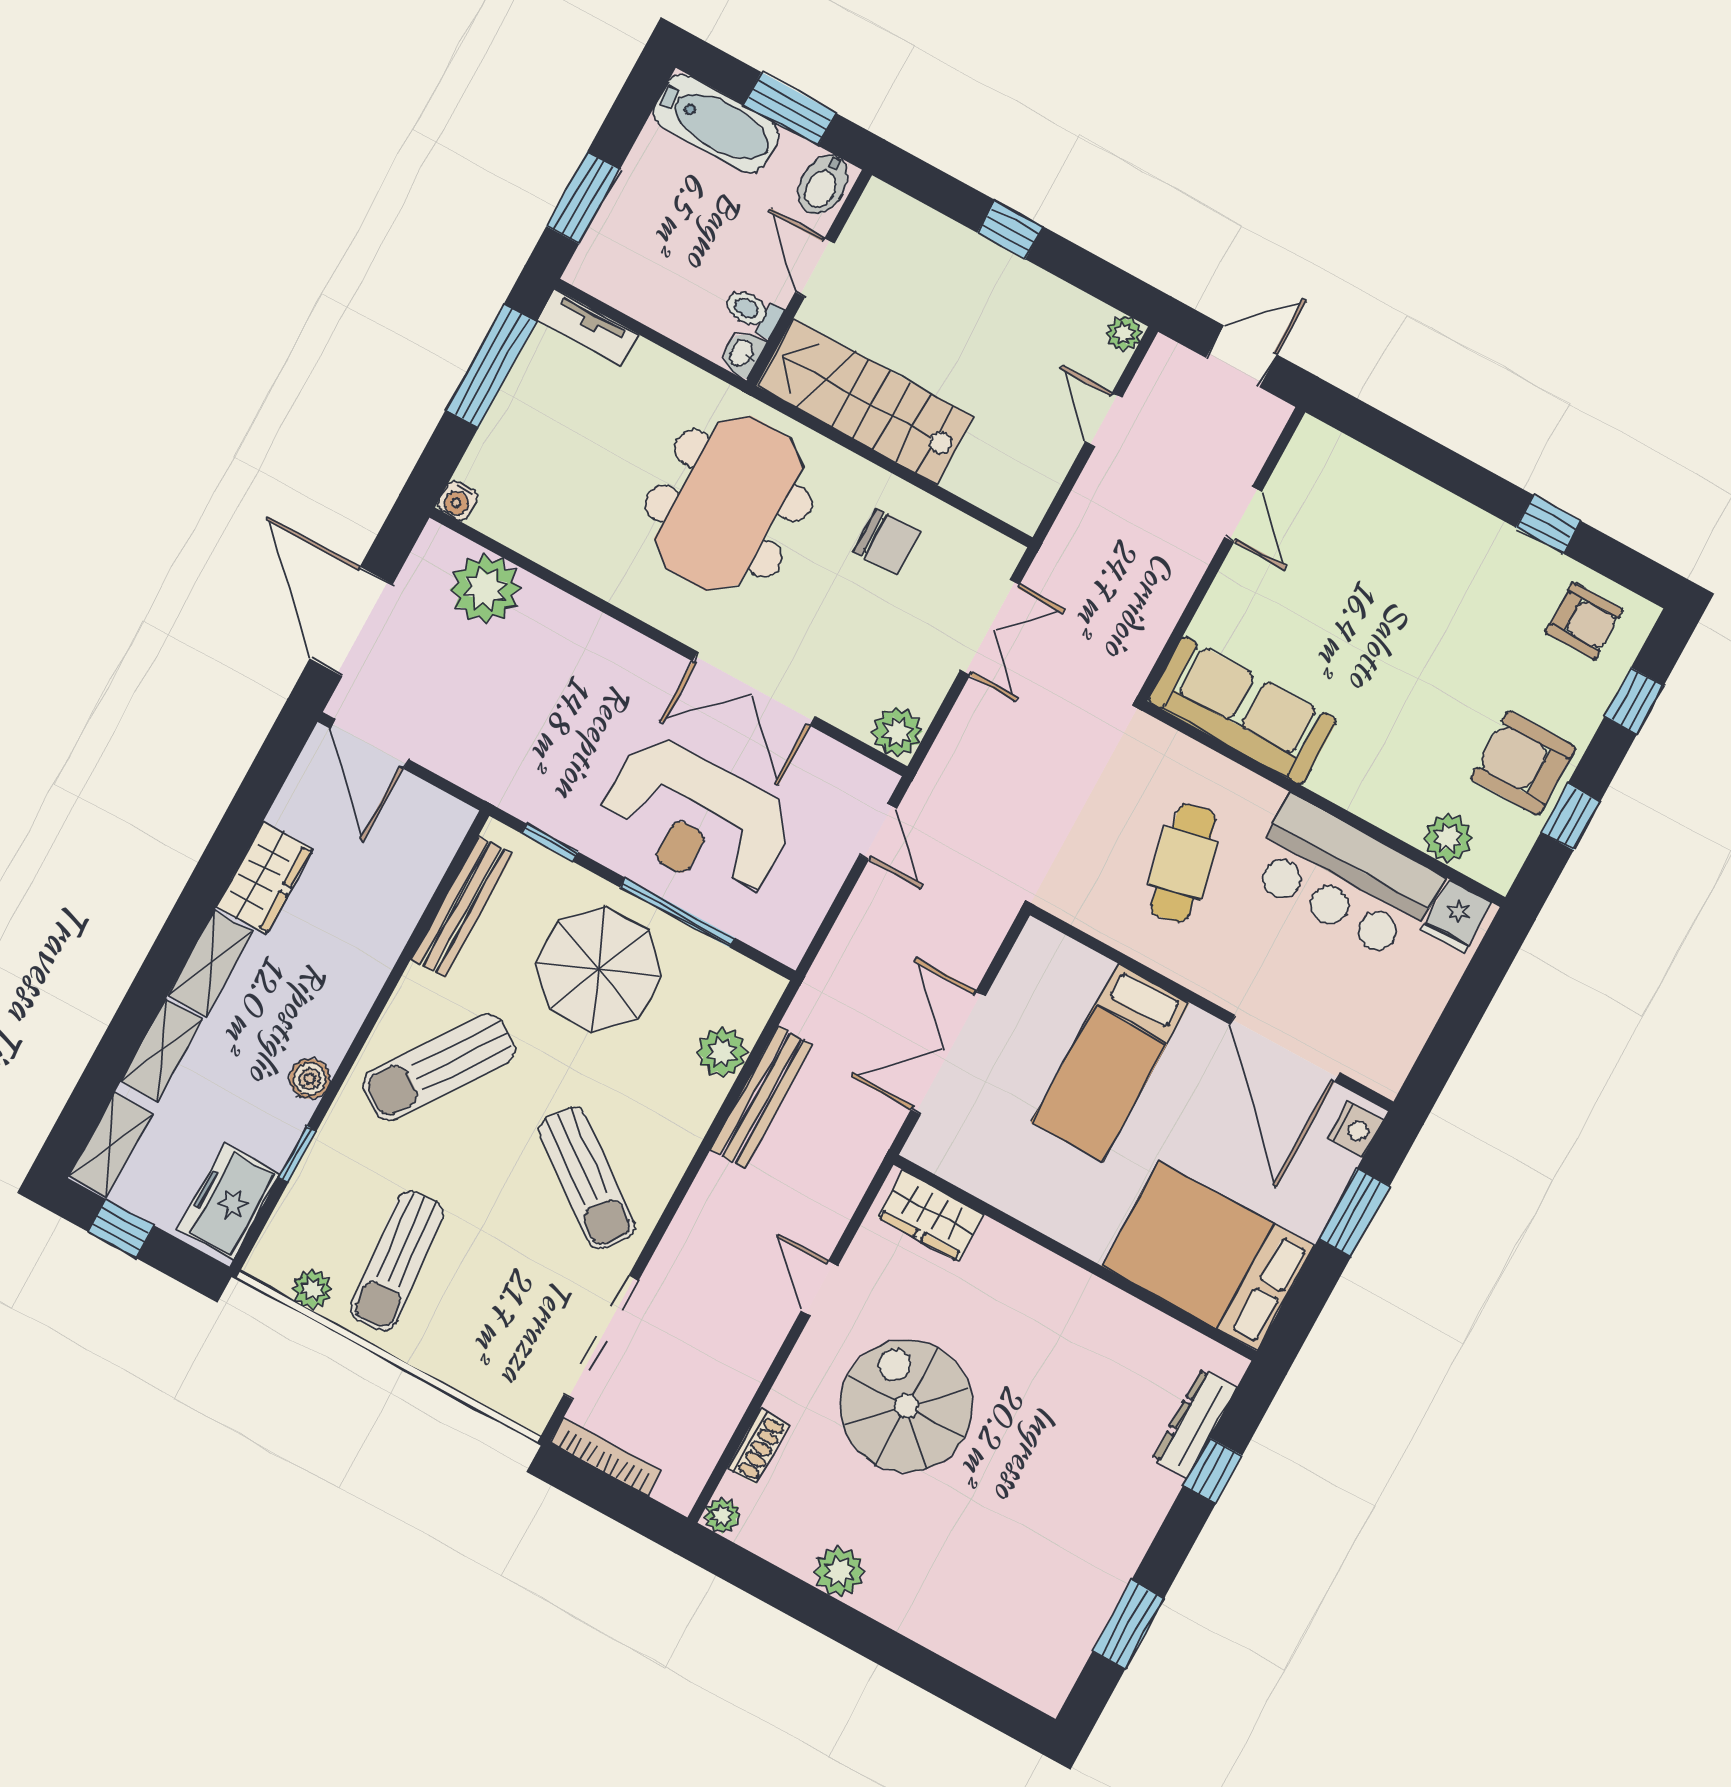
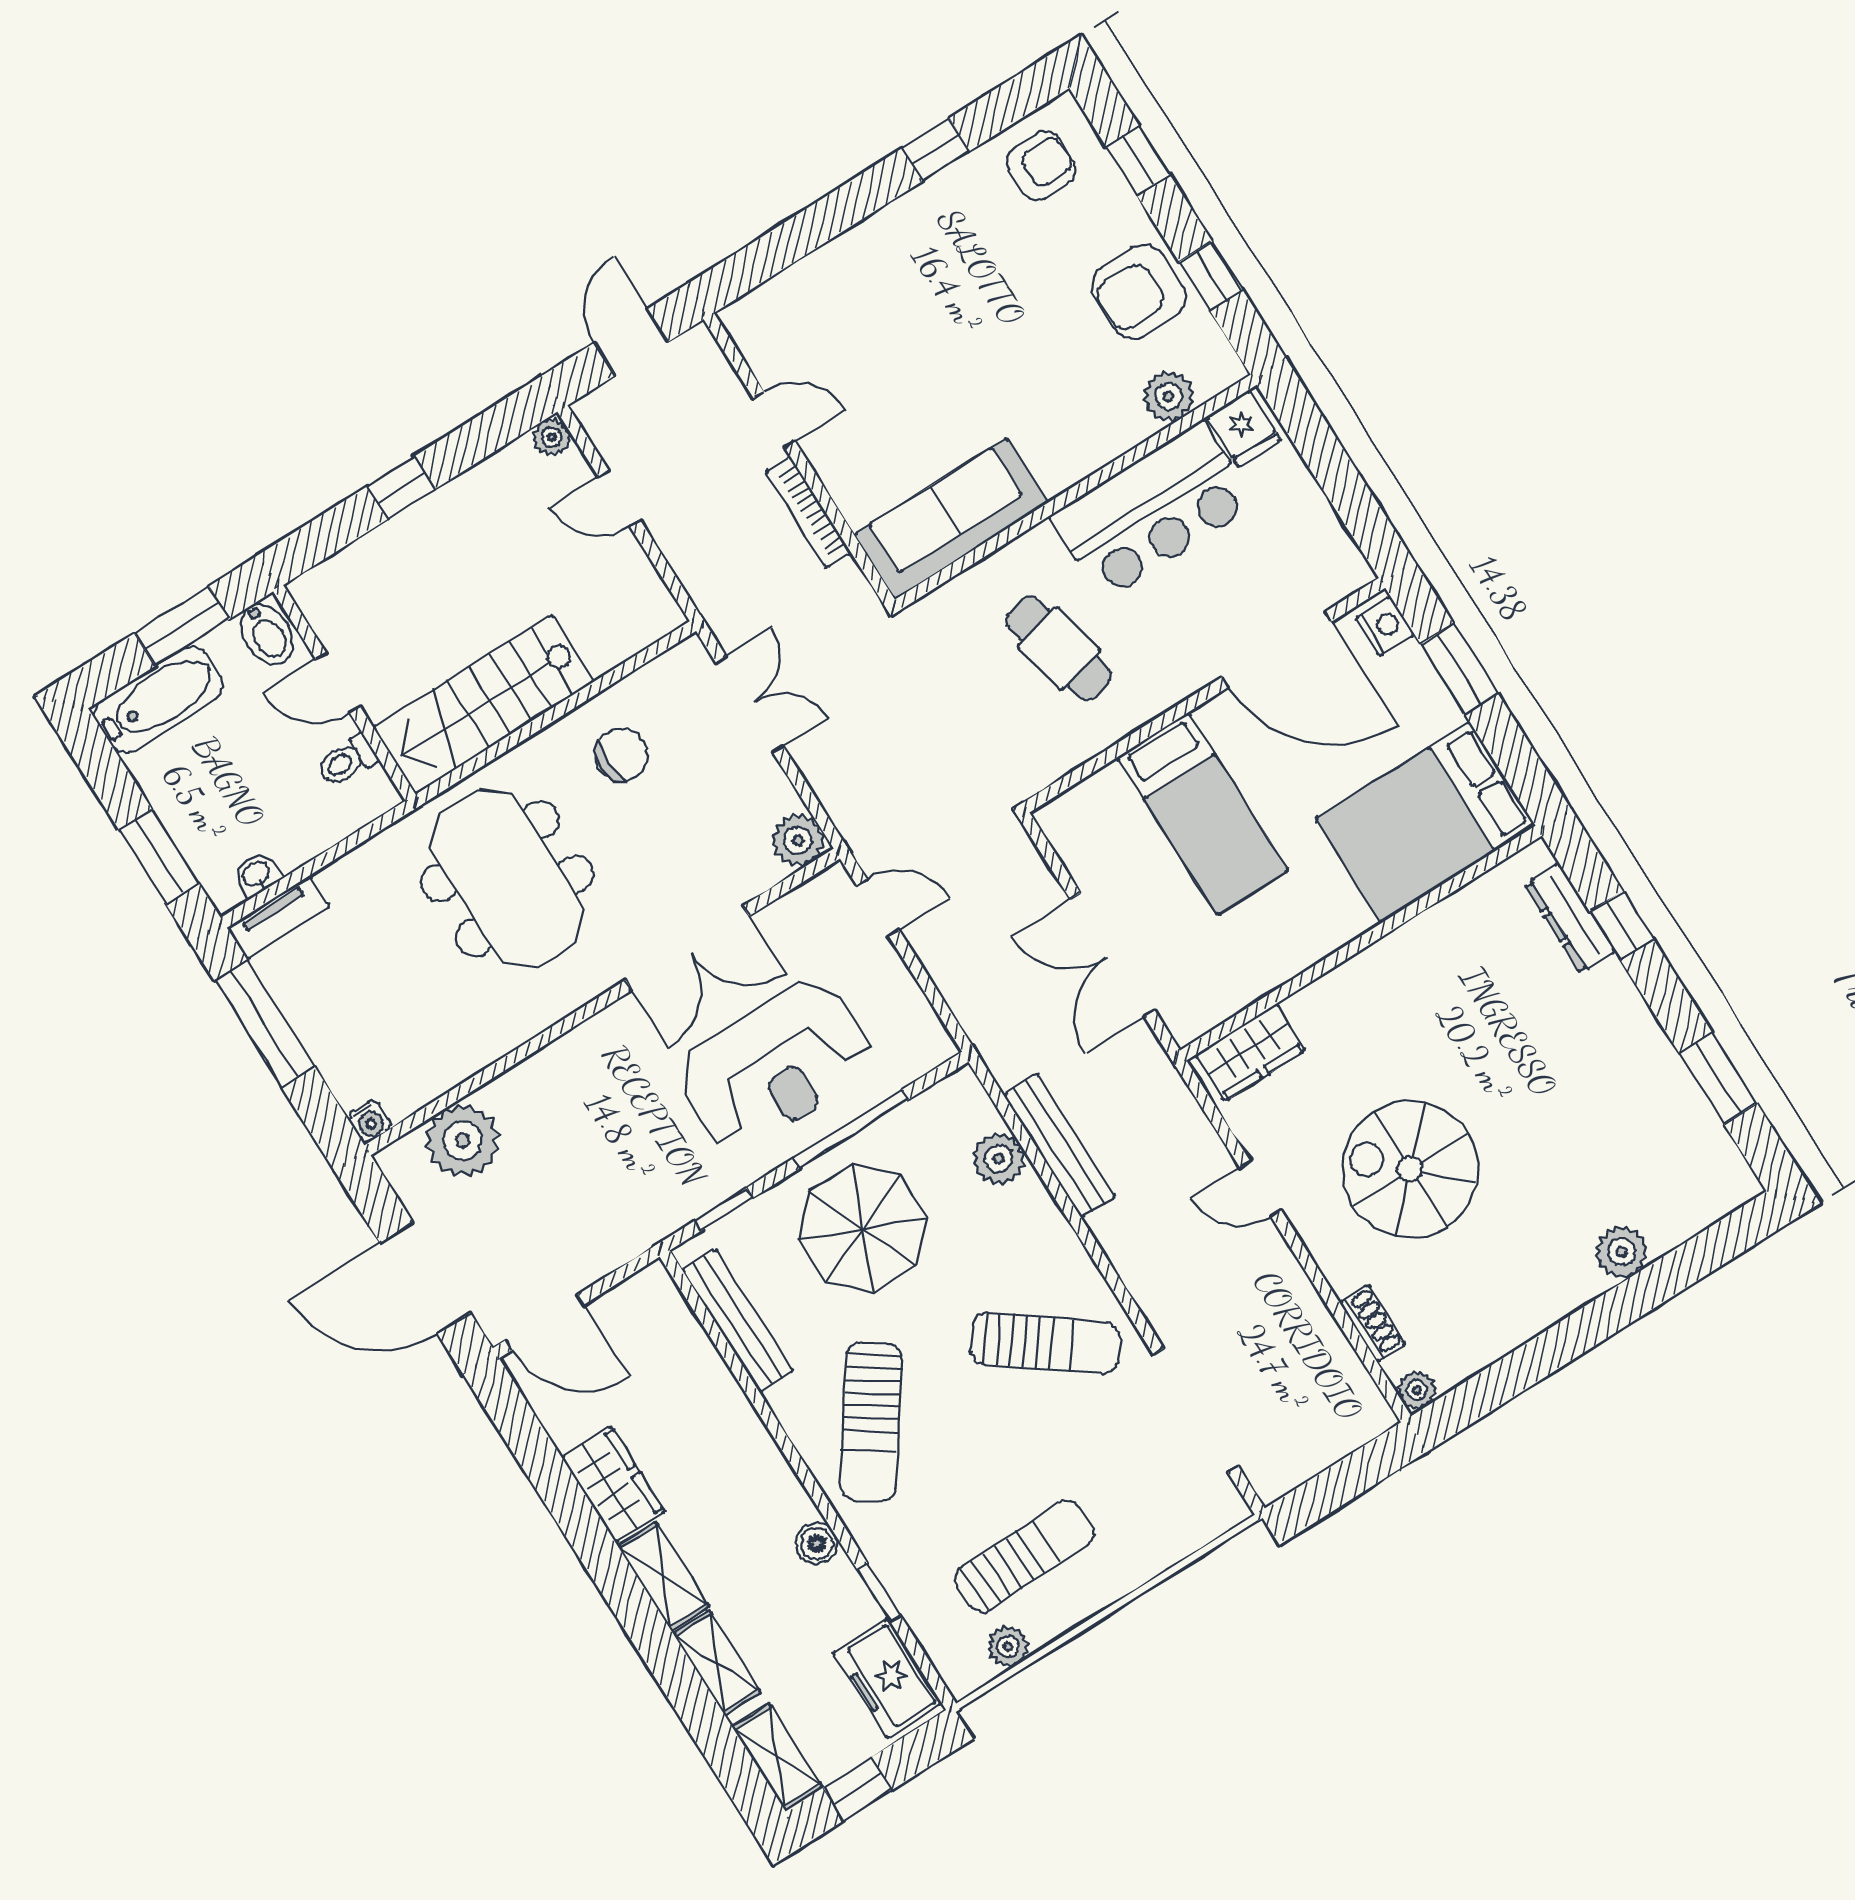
washbasin: (742, 353) -> (256, 875), moved, turned 90
sun lounger: (397, 1261) -> (1025, 1556), turned -86
bookcase: (606, 1456) -> (808, 512), moved, turned -90
plant: (840, 1572) -> (1622, 1252), moved

